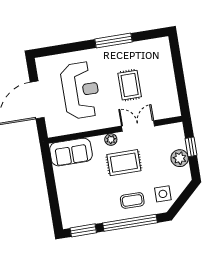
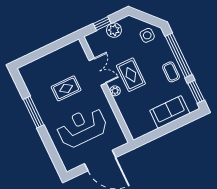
double door: (138, 126) -> (98, 72), swing flipped
sofa: (71, 152) -> (170, 112), moved, turned -90
coffee table: (132, 200) -> (171, 72), moved

